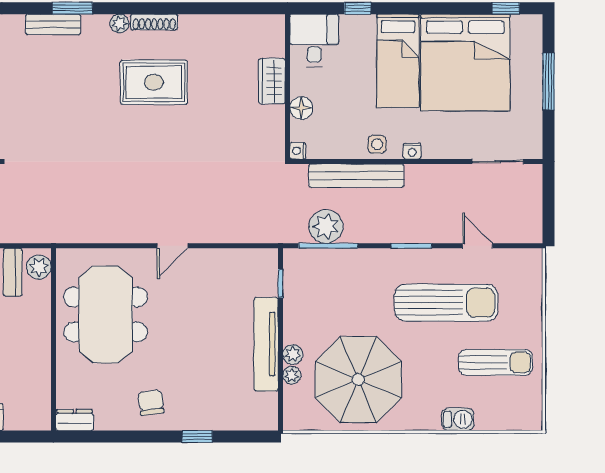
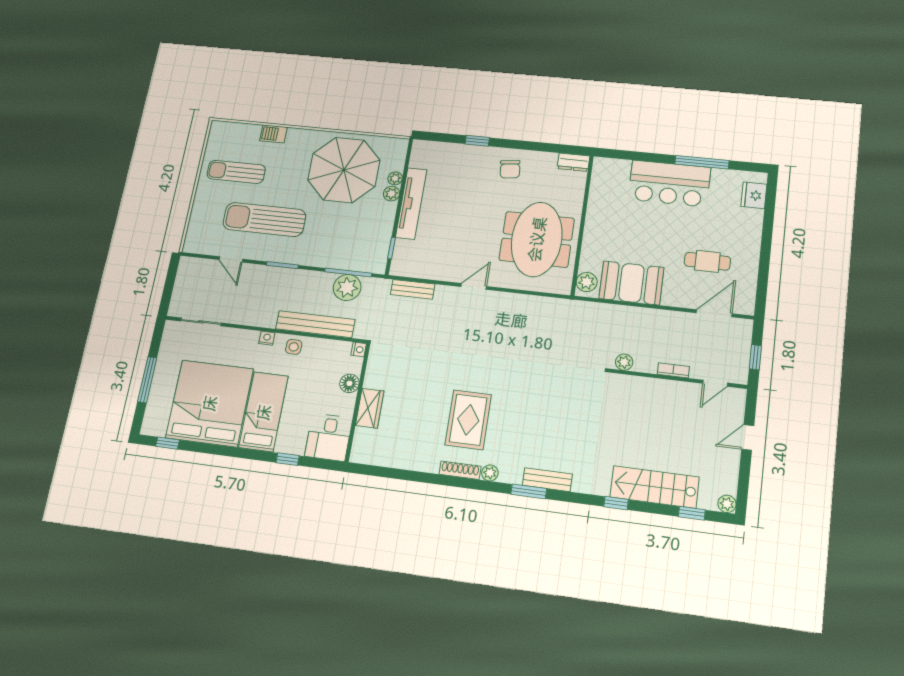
rug: (154, 82) -> (468, 420), turned 90
bench: (246, 234) -> (413, 289), added

